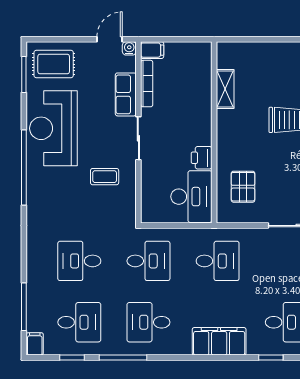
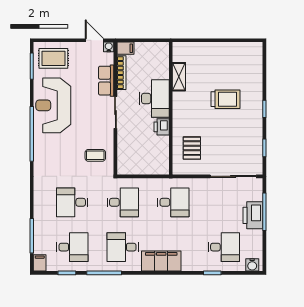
door: (110, 39) -> (94, 40), hinge flipped
coffee table: (105, 177) -> (95, 155), moved
desk: (191, 197) -> (154, 99), moved
filing cabinet: (219, 341) -> (161, 261), moved

